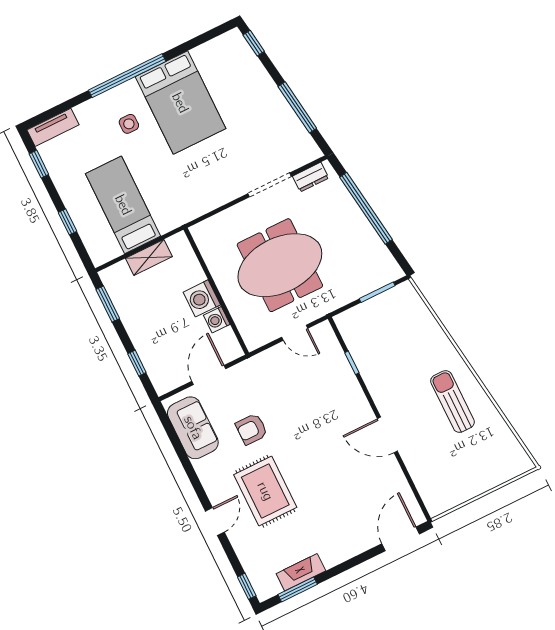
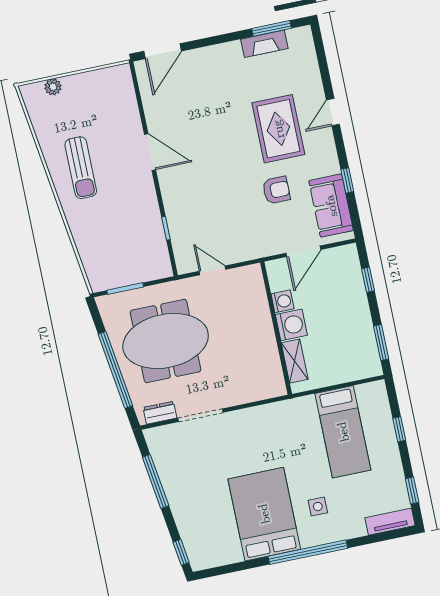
shelving: (149, 257) -> (295, 361), moved, turned 90
meeting table: (280, 265) -> (166, 341), moved
plant: (501, 475) -> (53, 87), added
window: (247, 586) -> (347, 180), moved

